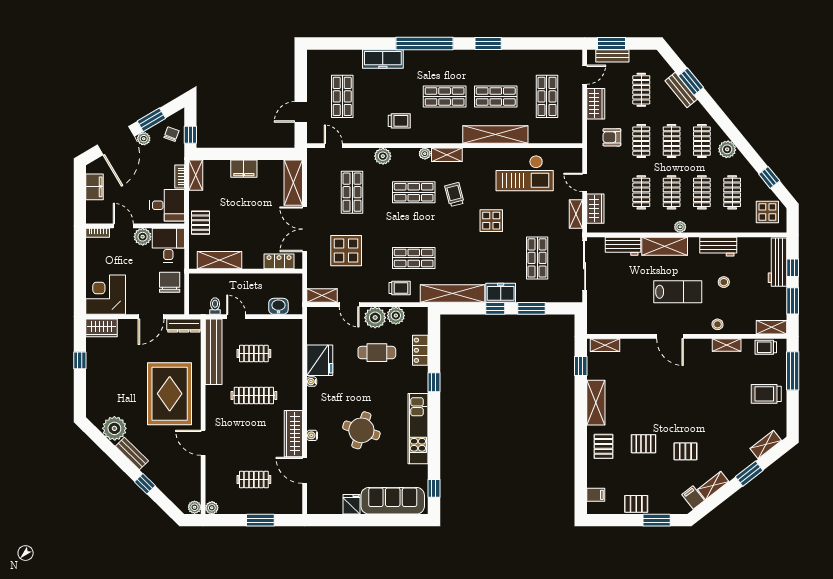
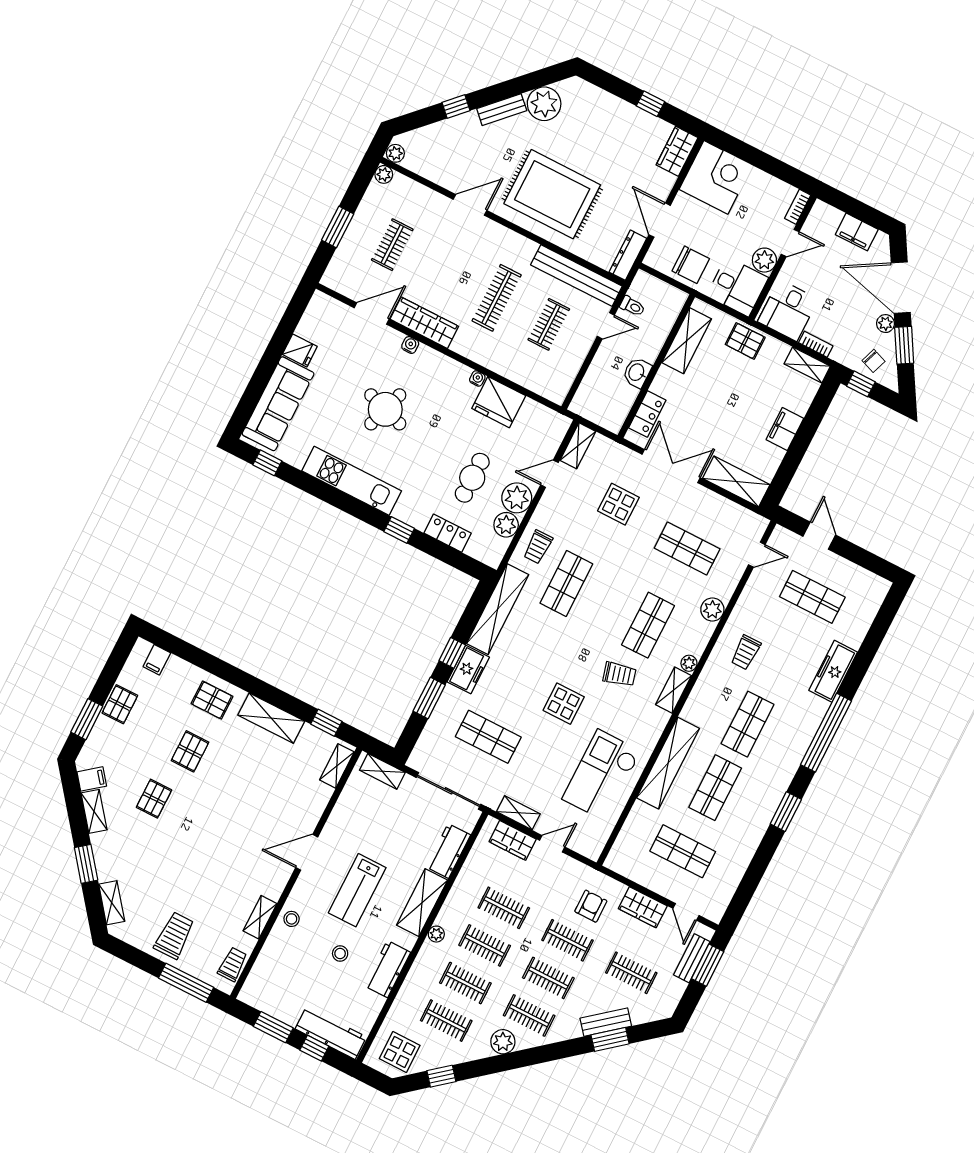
display table: (346, 251) -> (618, 504), width x0.73, depth x0.73
washbasin: (278, 306) -> (637, 373), moved, turned 180
shelving: (771, 327) -> (382, 771), moved, turned 90

